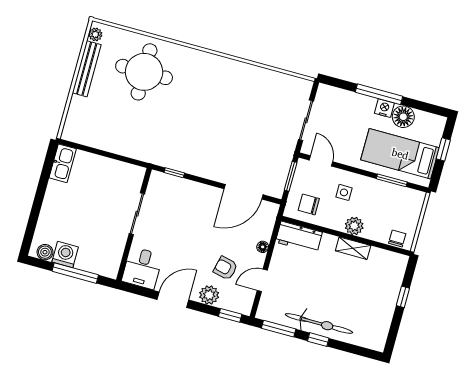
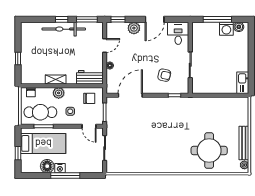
cafe table: (391, 204) -> (40, 112), added
armchair: (225, 268) -> (164, 75), moved

